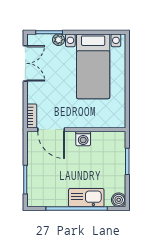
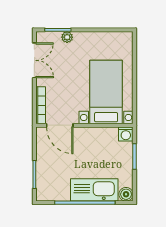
bed with nightstands: (93, 66) -> (106, 92), moved, turned 180
bookcase: (32, 116) -> (41, 105), width x1.56
washing machine: (83, 138) -> (126, 134), moved
kitchen sink: (86, 198) -> (94, 190), width x1.36, depth x1.24

